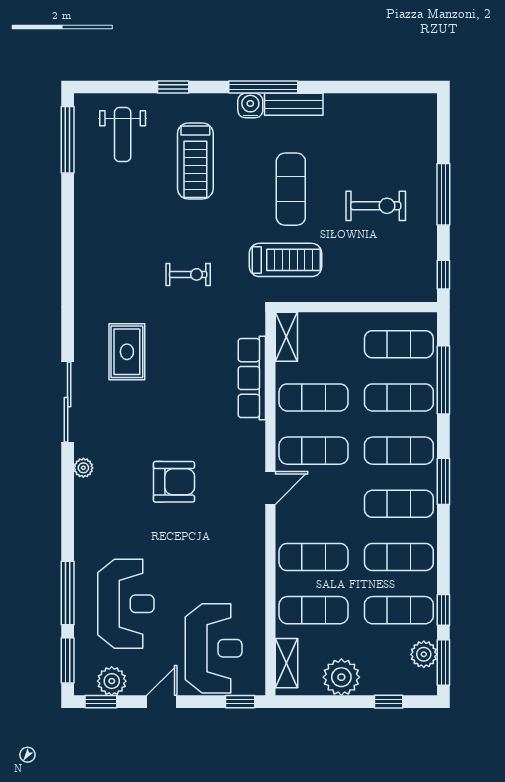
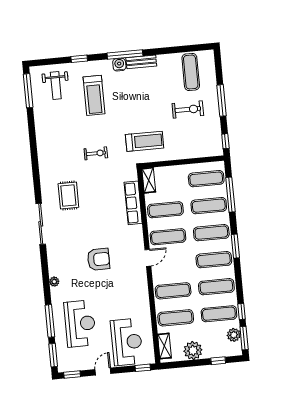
exercise mat: (291, 189) -> (191, 72), moved
plant: (83, 468) -> (54, 282), moved
plant: (112, 681) -> (77, 363), removed

